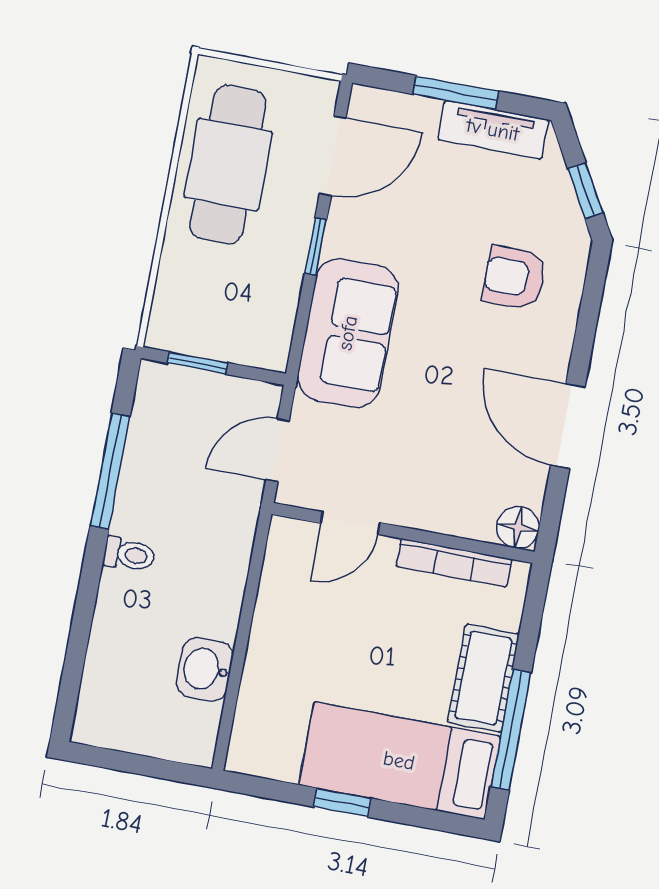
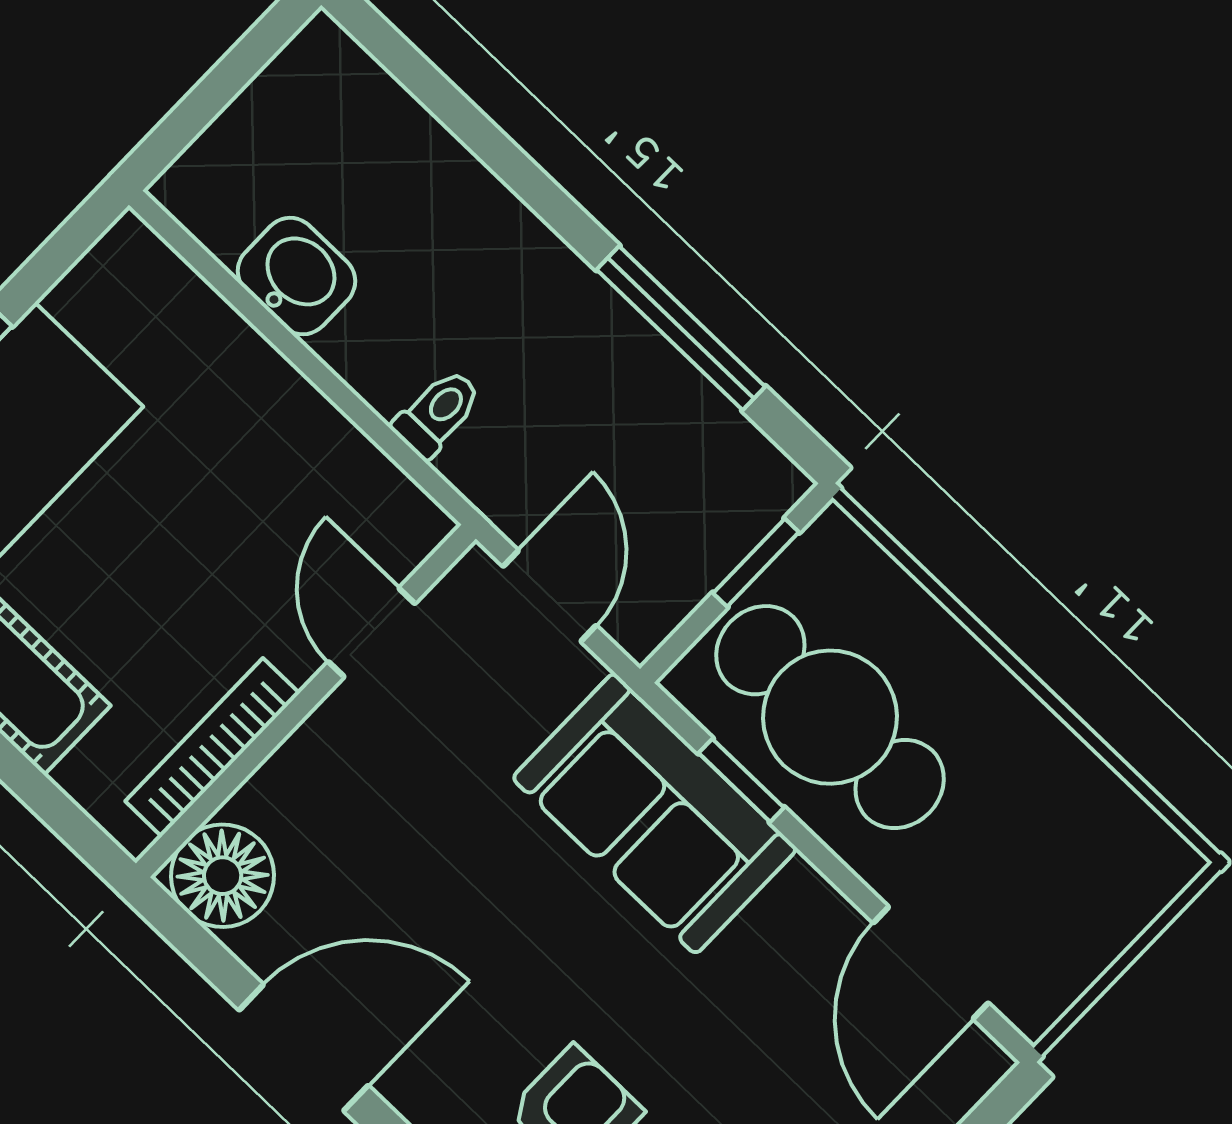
cafe table: (228, 165) -> (830, 717), moved
window: (316, 246) -> (741, 780), moved
floor lamp: (518, 527) -> (223, 876), width x1.38, depth x1.38
toilet: (129, 554) -> (437, 413), moved, turned 180

